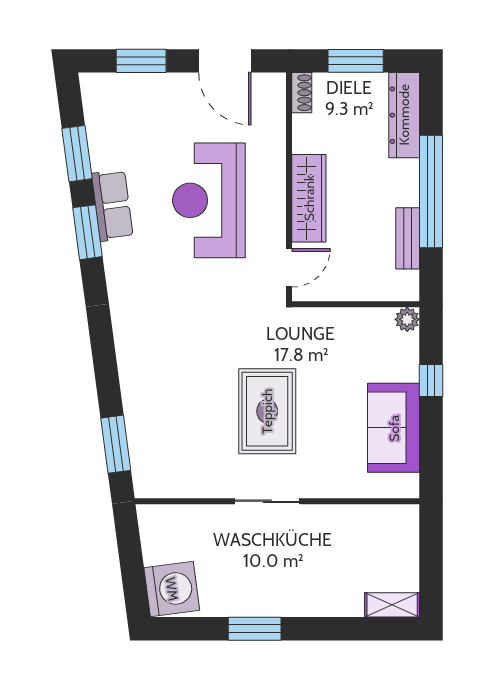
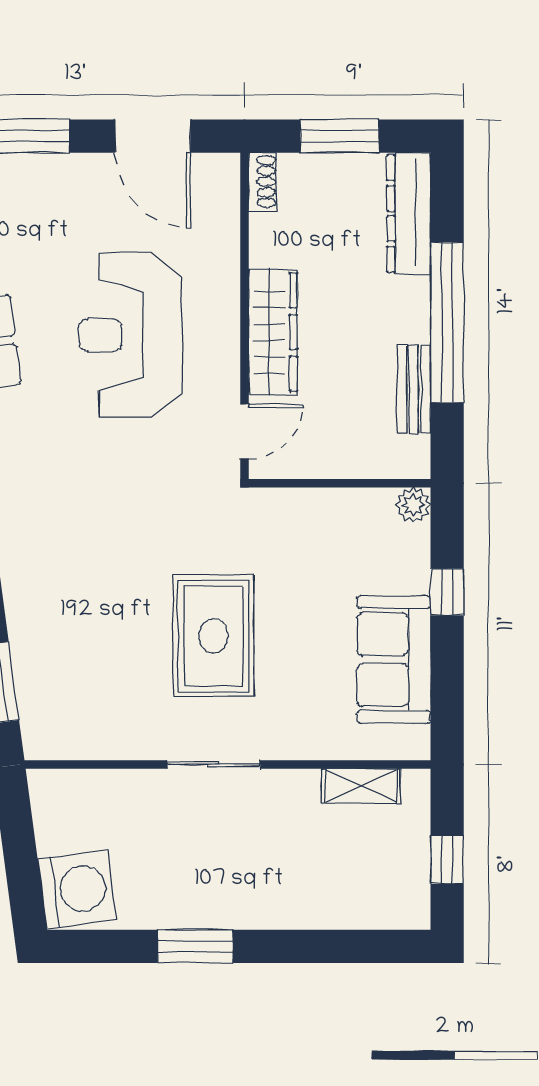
window: (431, 568) -> (447, 860), added
shelving: (392, 605) -> (361, 786), moved

